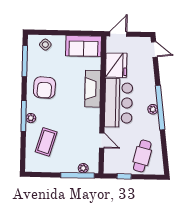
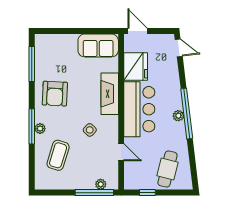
door: (118, 34) -> (137, 31), hinge flipped
side table: (45, 45) -> (90, 130), moved

